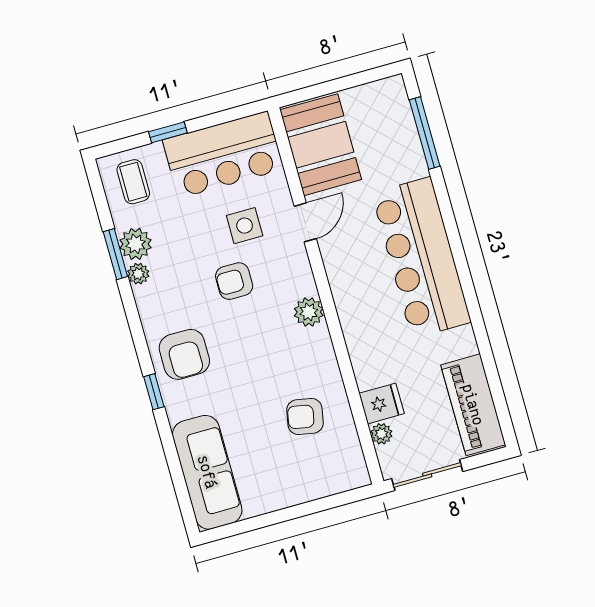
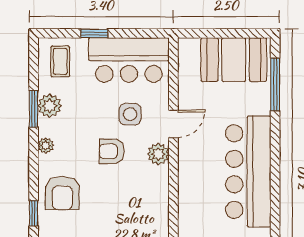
booth: (321, 145) -> (234, 60), moved, turned 90
plant: (138, 274) -> (46, 145), moved
plant: (309, 312) -> (158, 154), moved

